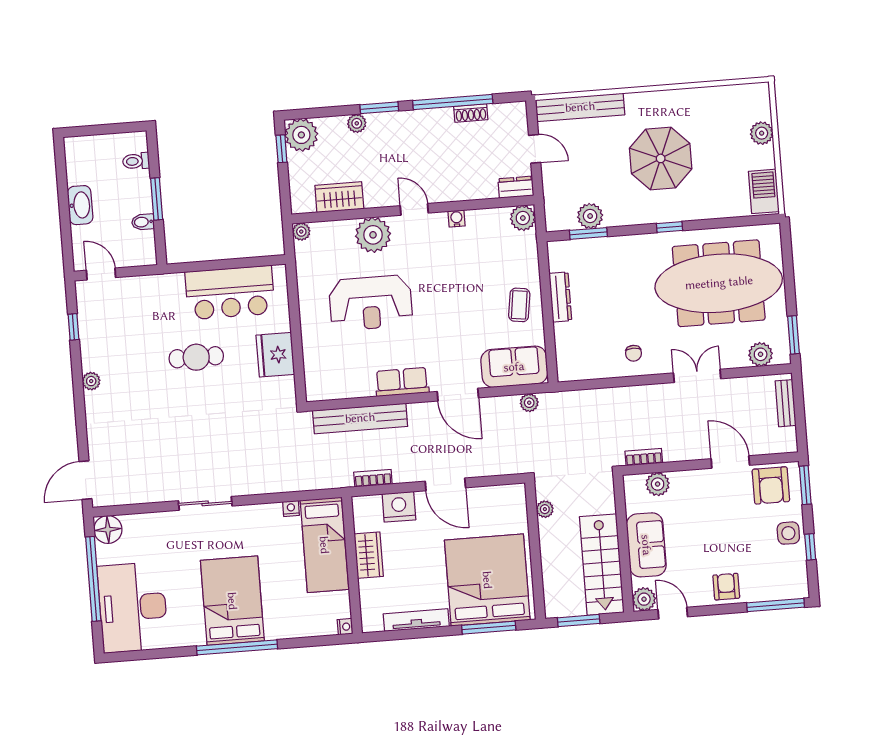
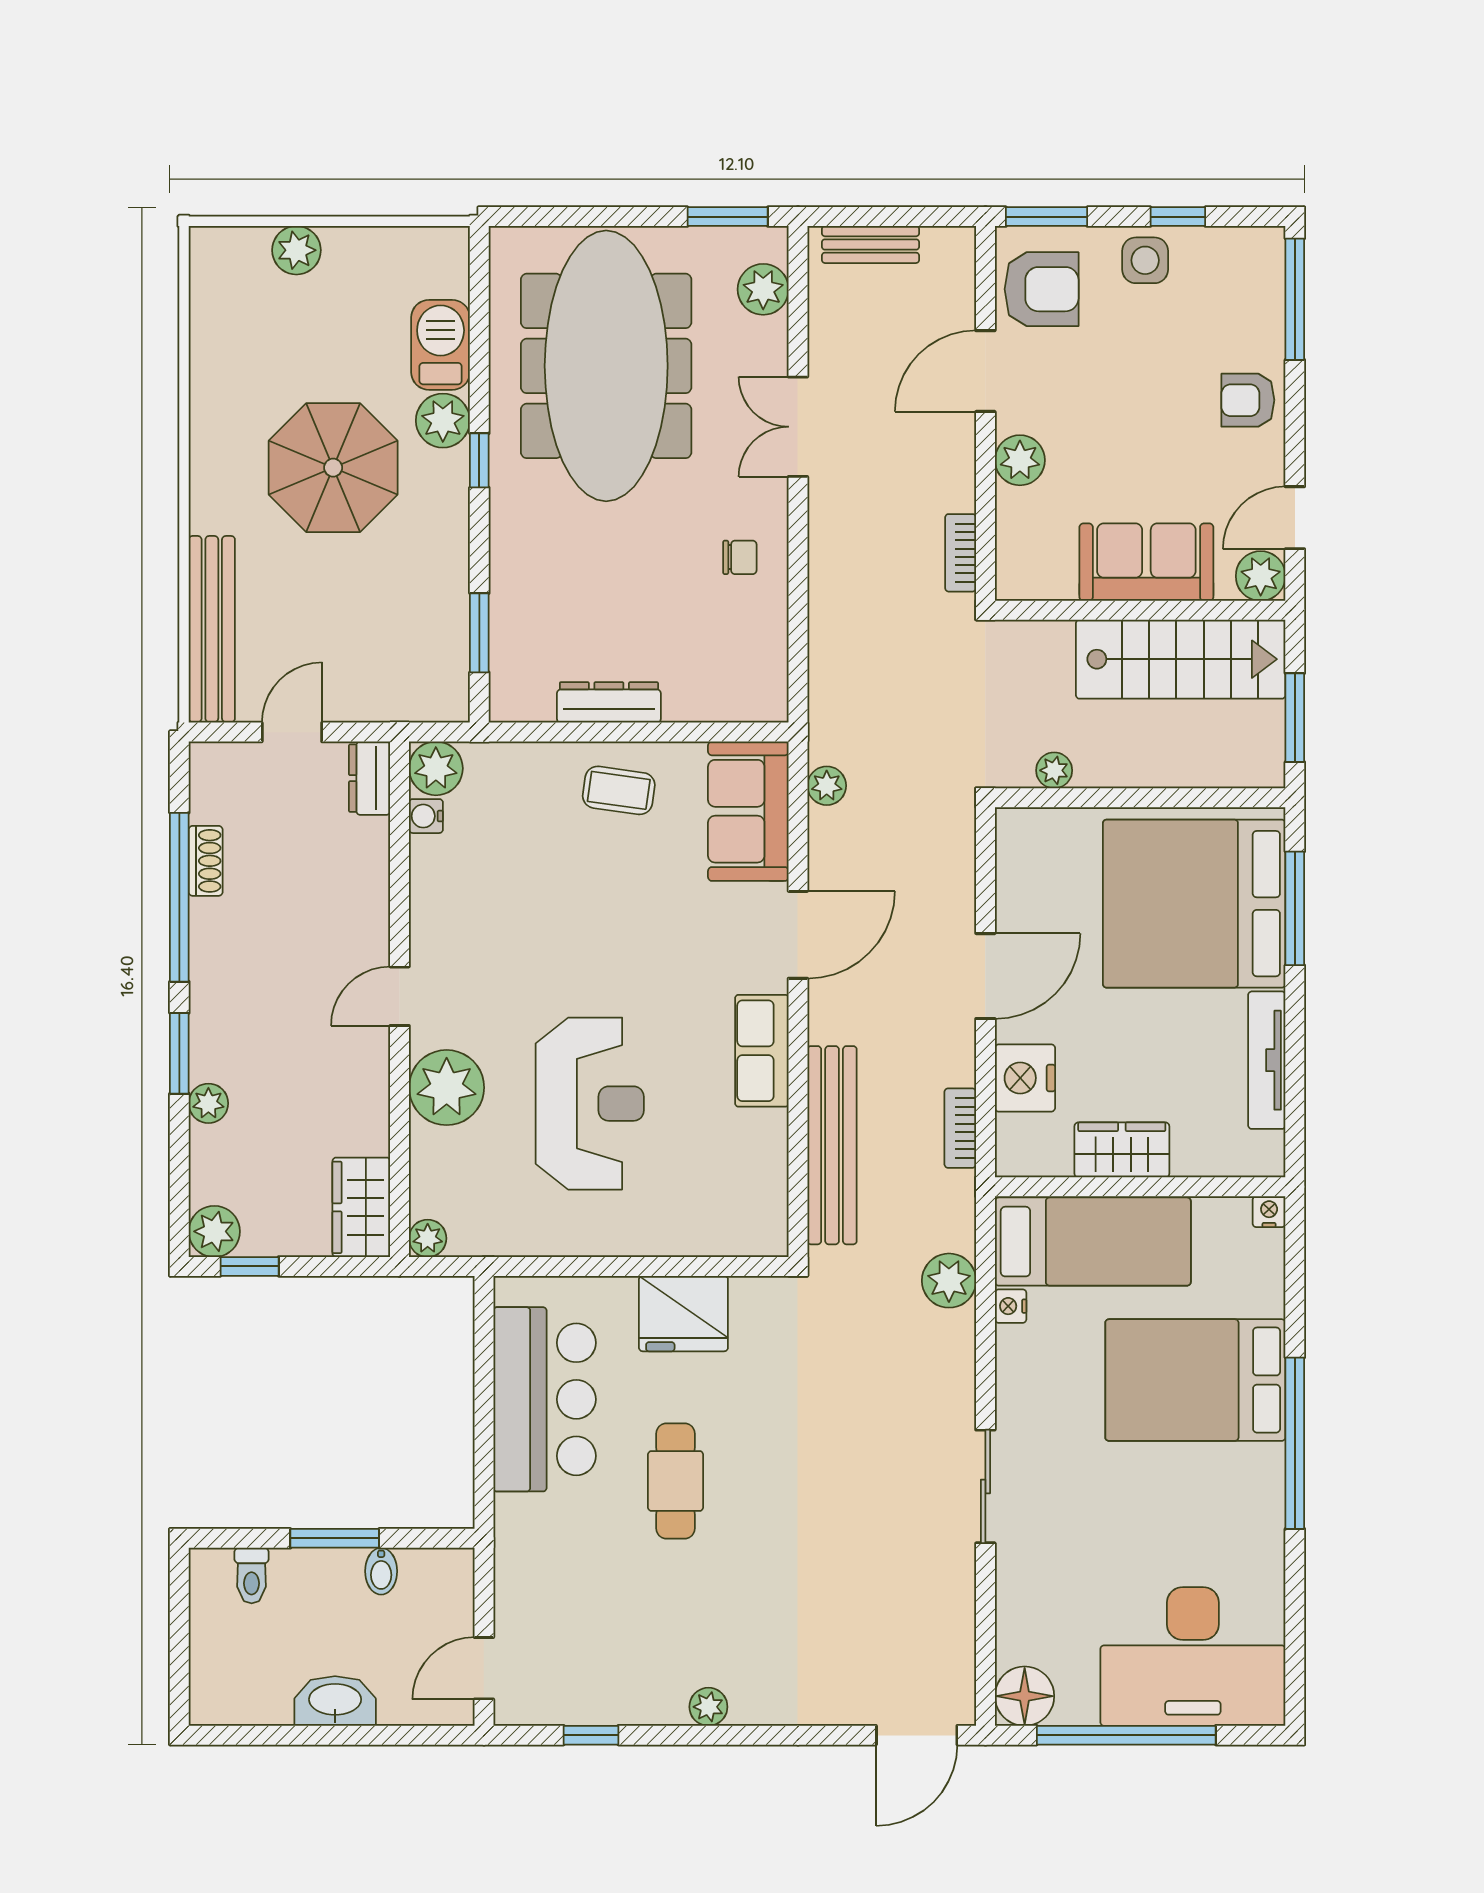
plant: (301, 135) -> (214, 1231), width x0.73, depth x0.73
barbecue: (764, 191) -> (441, 345), moved, turned 90
wardrobe: (339, 197) -> (361, 1207), moved
plant: (590, 216) -> (443, 421), moved
water cooler: (457, 219) -> (426, 816), moved
plant: (301, 479) -> (949, 1281), added
door: (86, 480) -> (917, 1735), hinge flipped
plant: (658, 484) -> (1020, 460), moved
bed: (232, 601) -> (1195, 1380), moved

